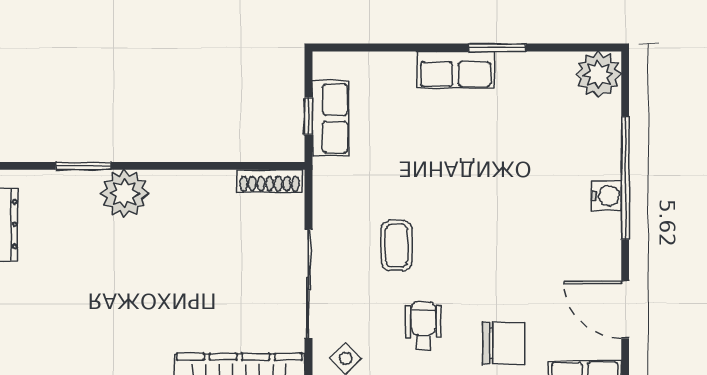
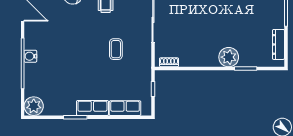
row of seats: (331, 118) -> (125, 108), moved, turned 90
shoe rack: (270, 181) -> (169, 62), width x0.70
coffee table: (397, 246) -> (116, 49), moved

